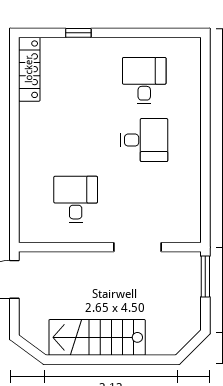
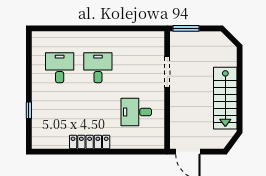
locker: (29, 69) -> (90, 142), moved
desk: (144, 81) -> (60, 68), turned 90

